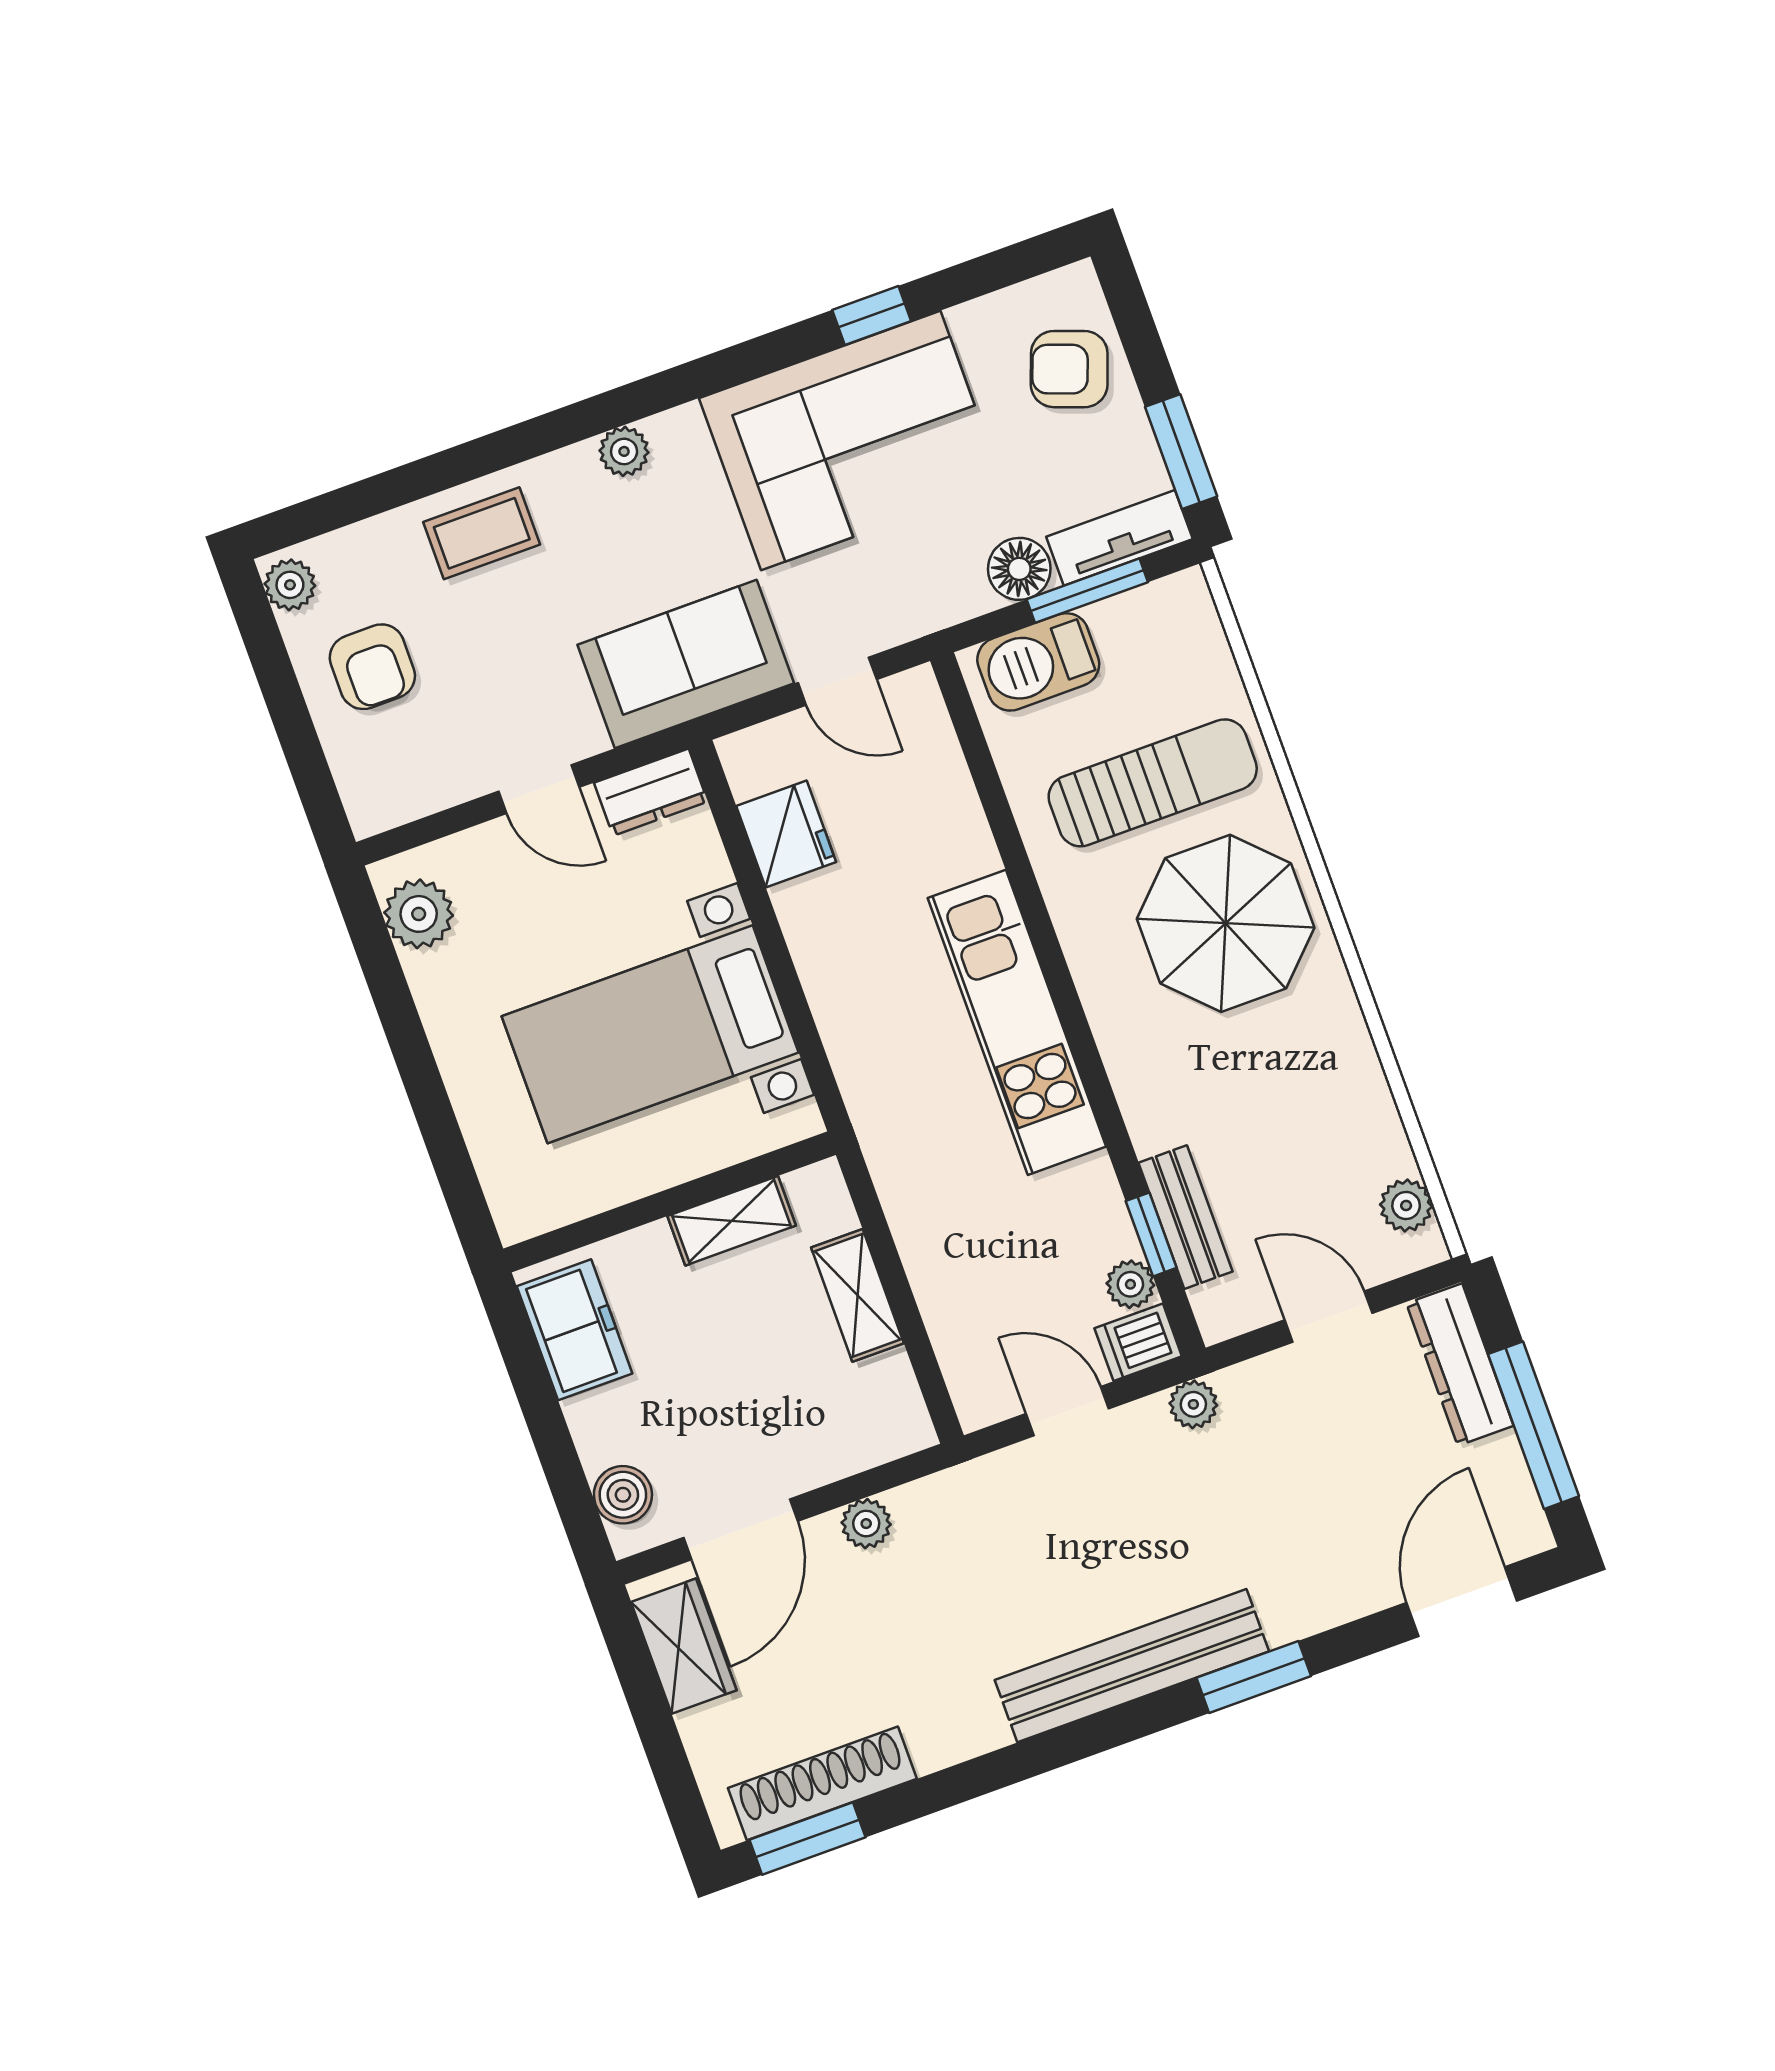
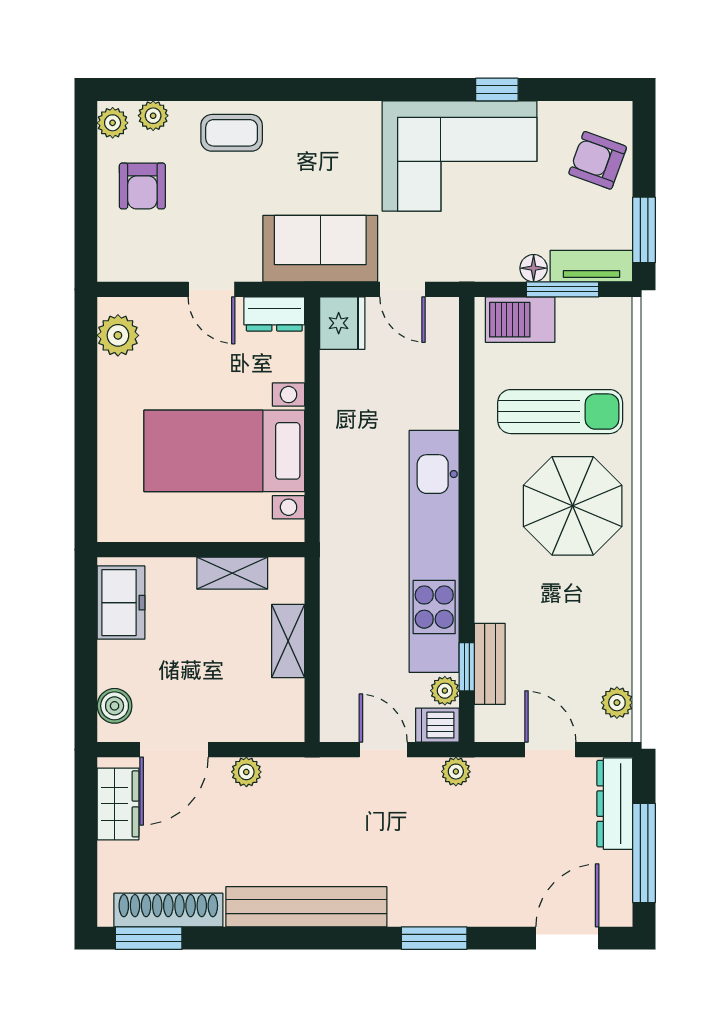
plant: (624, 451) -> (153, 116), moved
floor lamp: (1019, 569) -> (534, 268), width x0.73, depth x0.73
fridge: (786, 834) -> (342, 323), moved
kitchen unit: (1017, 1022) -> (434, 551), width x1.36
bench: (1132, 1666) -> (306, 907), moved

